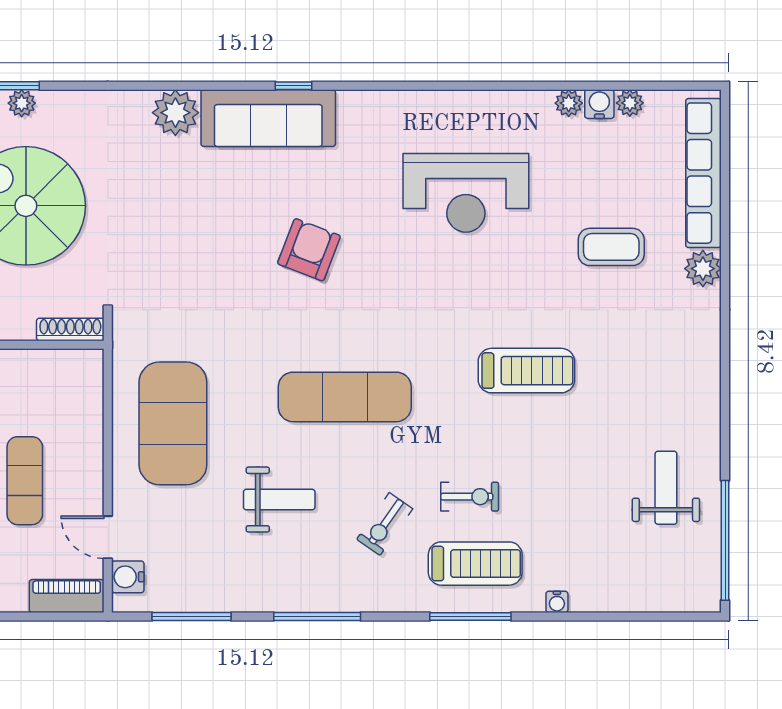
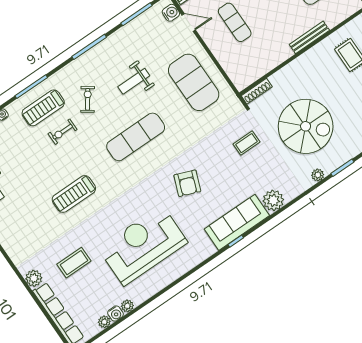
plant: (22, 103) -> (318, 175), moved
reception desk: (466, 193) -> (143, 245), width x1.36, depth x1.30
coffee table: (153, 249) -> (247, 143), added

